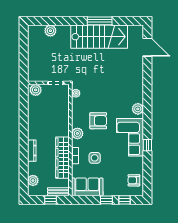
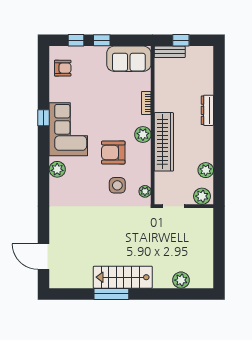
stairs: (99, 37) -> (123, 277), width x0.73, depth x0.66
wardrobe: (63, 158) -> (164, 142), moved
side table: (95, 158) -> (117, 185), moved
plant: (33, 180) -> (206, 170), moved

